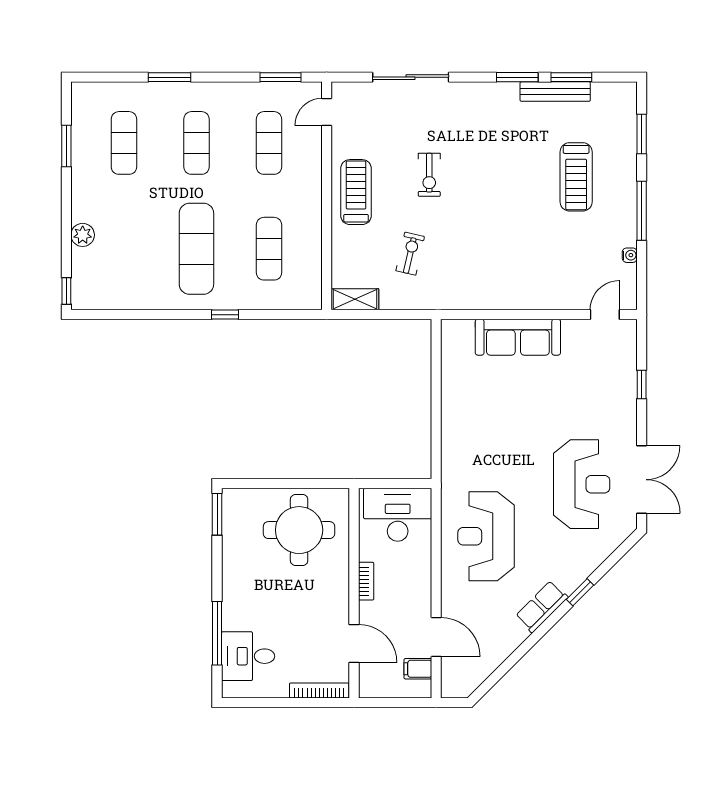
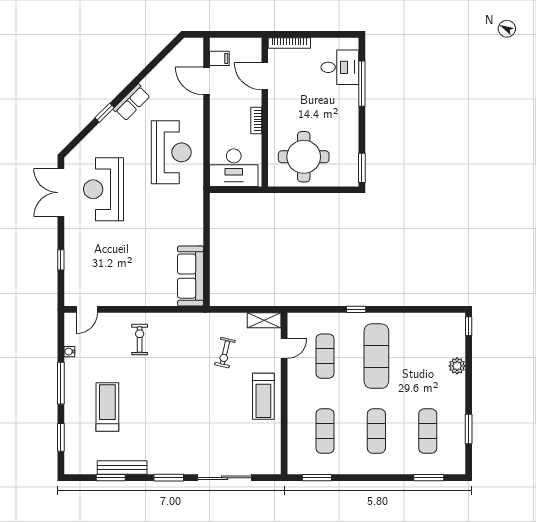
window: (169, 77) -> (429, 478), moved
window: (517, 77) -> (169, 478), moved
door: (327, 112) -> (284, 349), moved
exercise bike: (429, 175) -> (140, 340), moved
sofa: (518, 337) -> (190, 276), moved, turned -90

